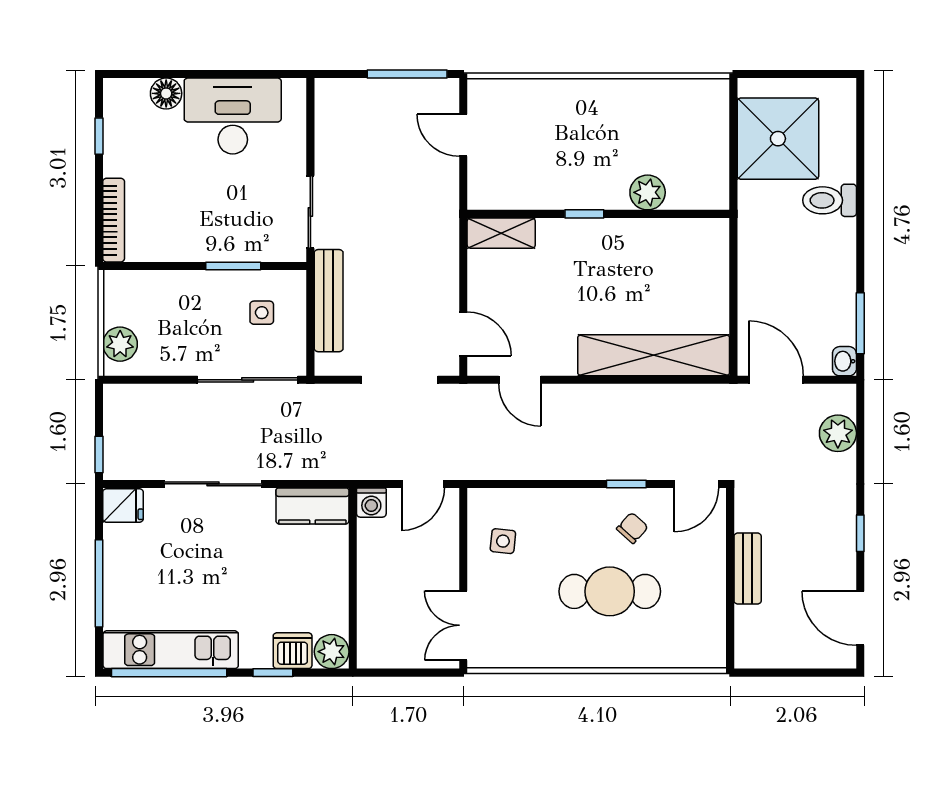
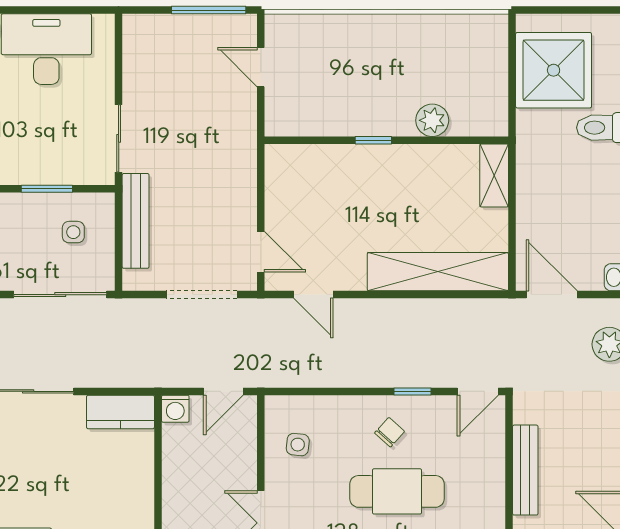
shelving: (501, 233) -> (494, 175), moved, turned 90
chair: (632, 528) -> (390, 432), moved
bench: (748, 569) -> (525, 470), width x1.36

